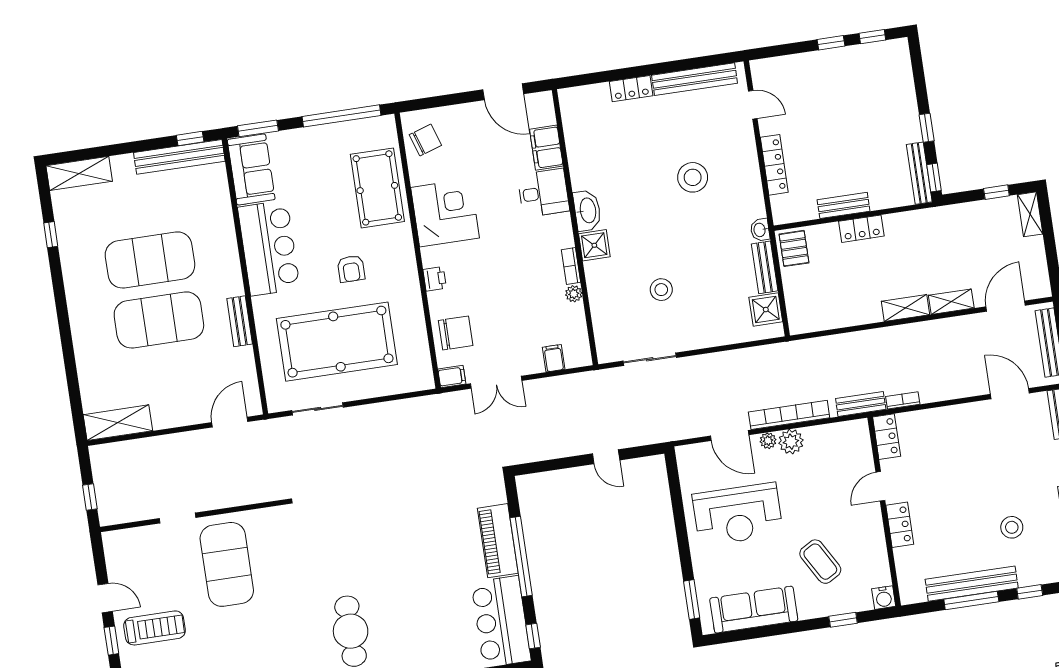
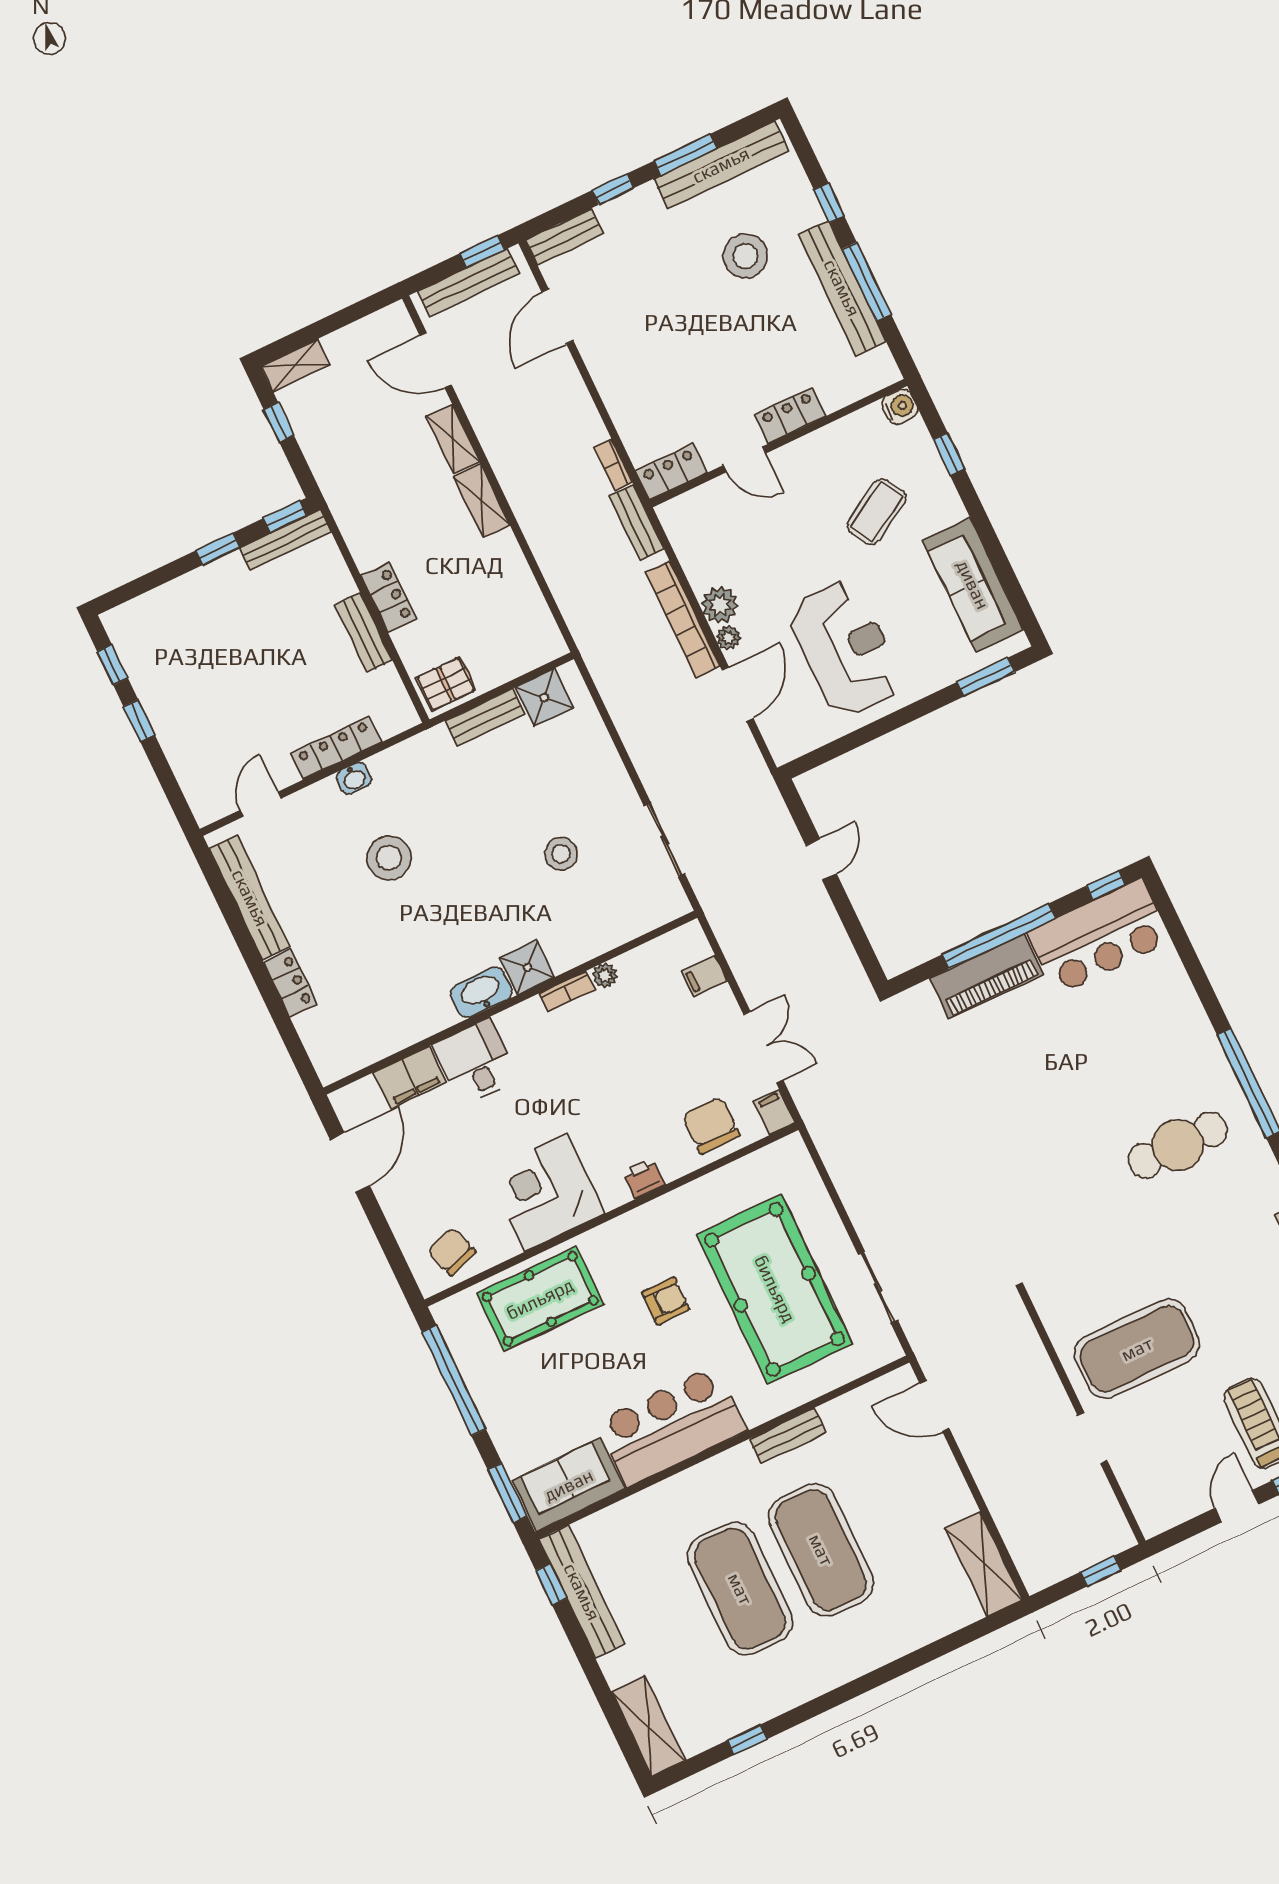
washbasin: (760, 230) -> (354, 778), moved
stool: (1012, 527) -> (745, 256), width x1.38, depth x1.38

